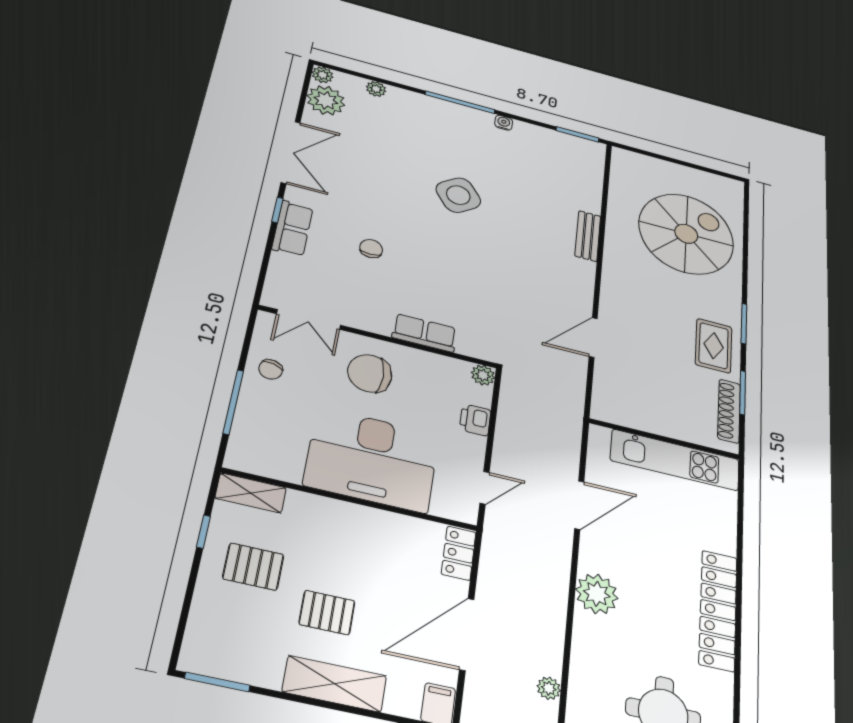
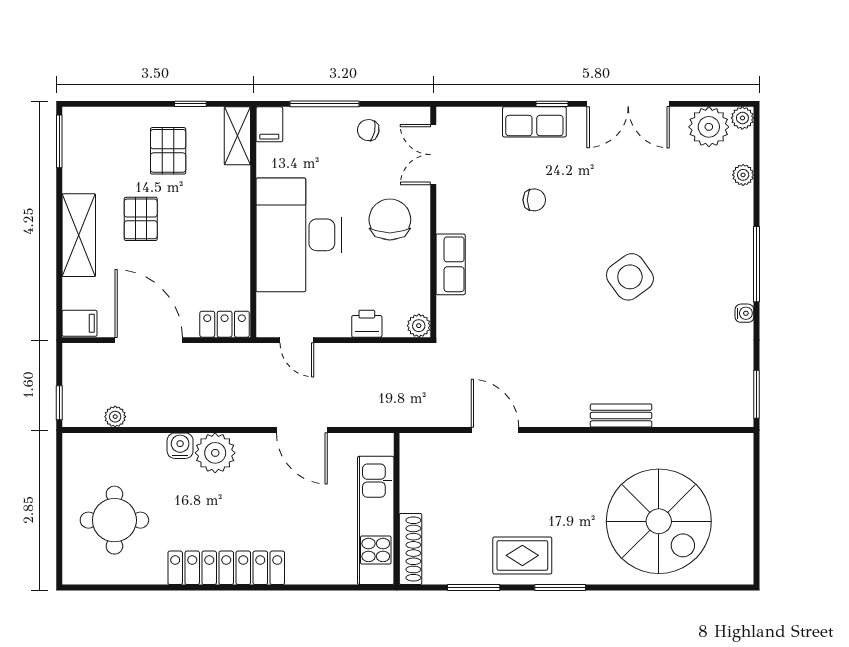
shoe rack: (729, 411) -> (410, 549), moved, turned 90
filing cabinet: (244, 459) -> (269, 124), added
water cooler: (586, 627) -> (180, 446), added

